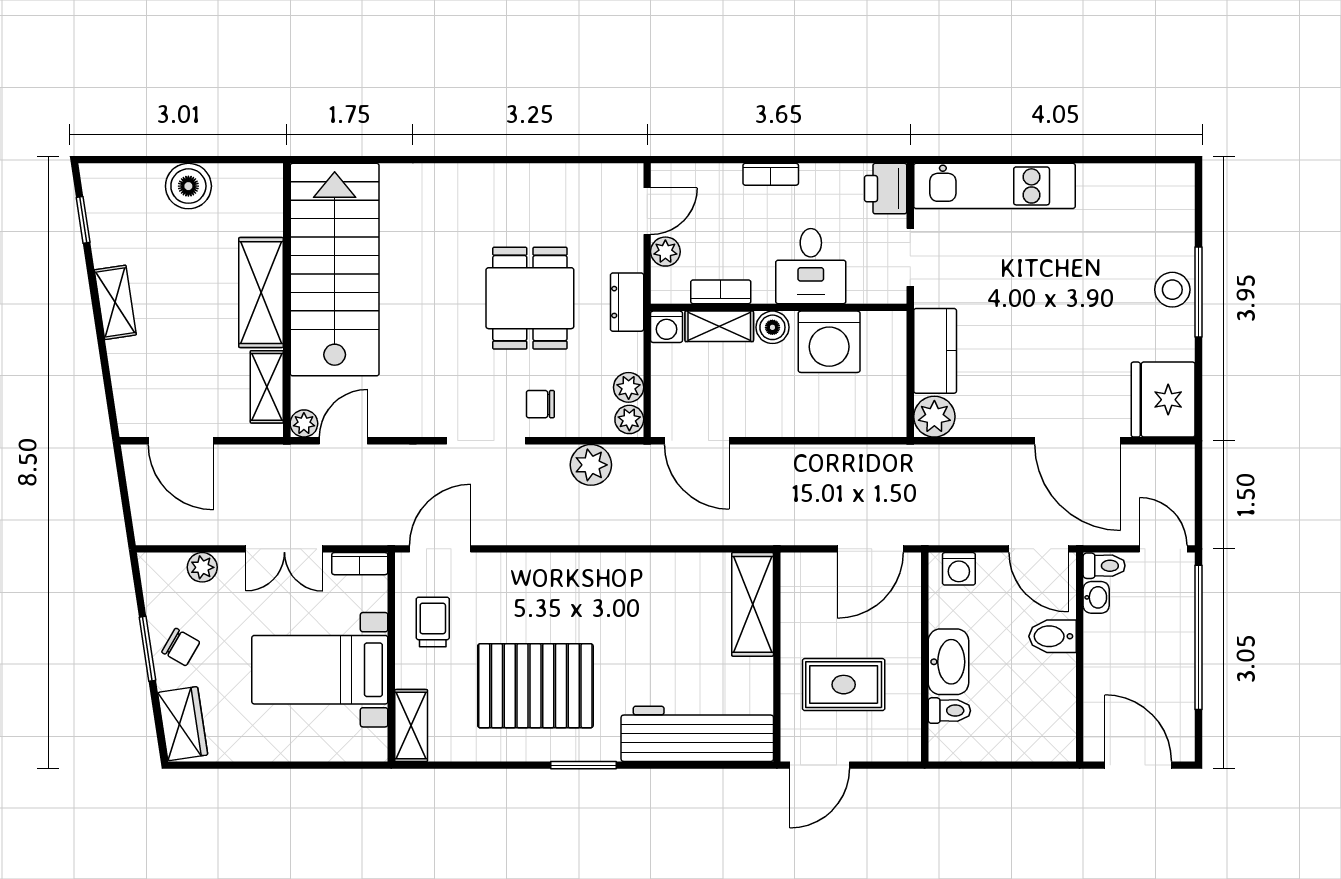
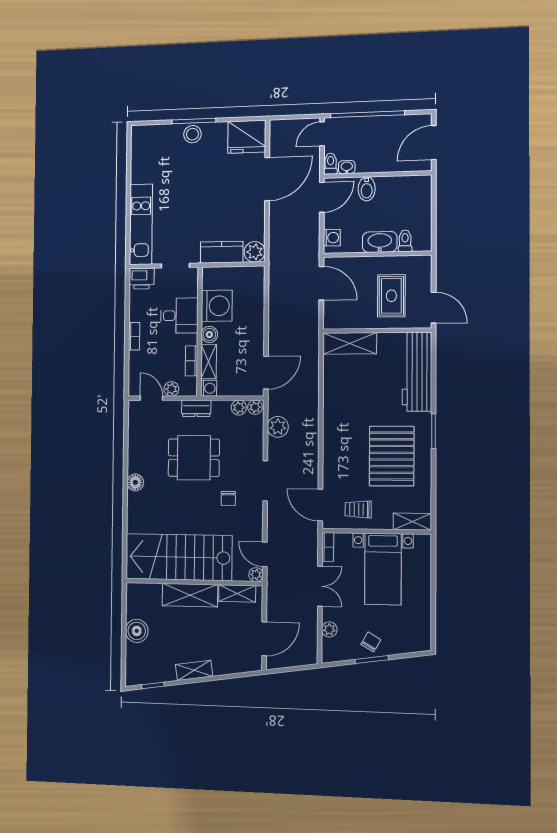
floor lamp: (480, 180) -> (135, 482), added
chair: (540, 404) -> (228, 498), moved
wardrobe: (183, 724) -> (411, 642), removed

